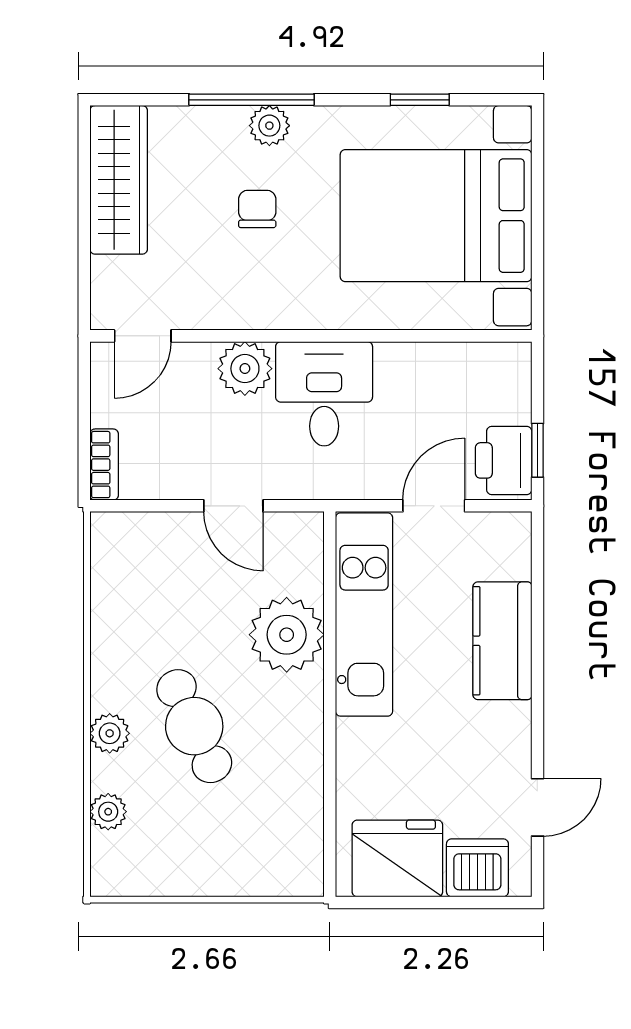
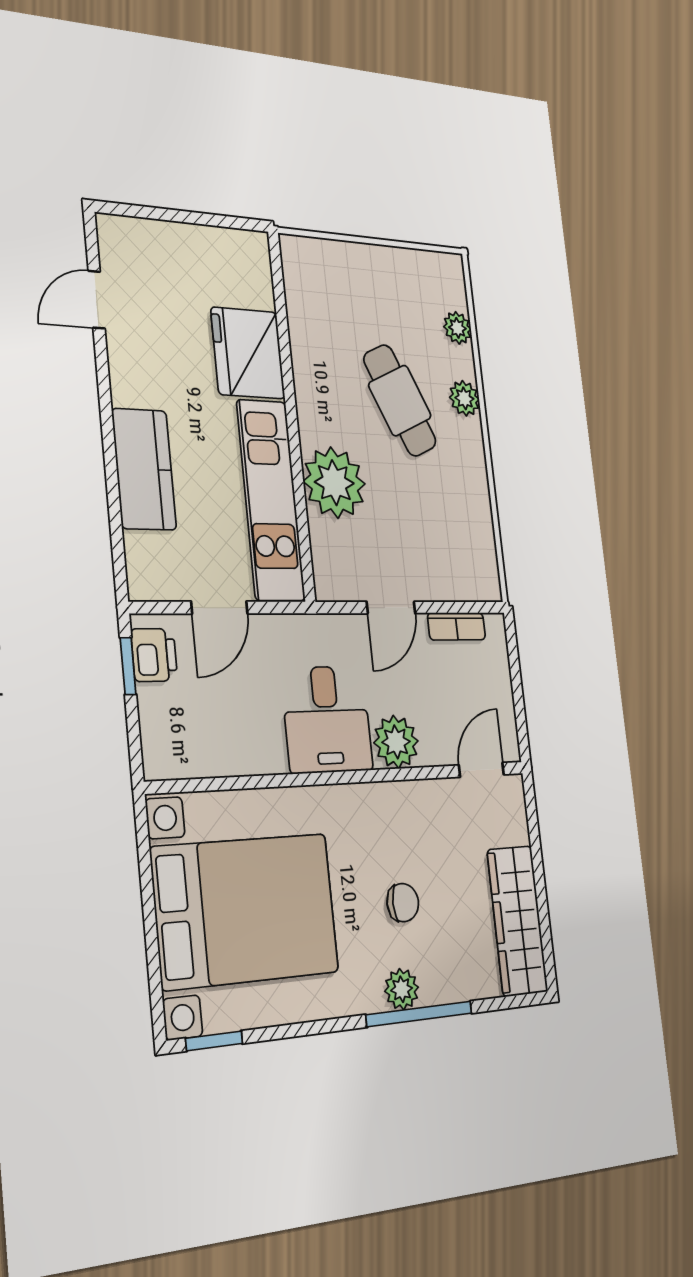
window: (420, 100) -> (214, 1041), moved
chair: (257, 209) -> (403, 903), turned -90
printer: (504, 460) -> (154, 655), width x0.73, depth x0.81
bookcase: (104, 465) -> (457, 626), moved, turned -90
door: (233, 506) -> (391, 608), swing flipped
fridge: (397, 858) -> (248, 353), moved, turned 90
dishwasher: (477, 868) -> (147, 245), removed

